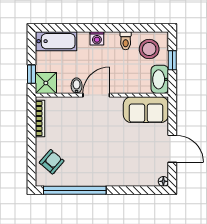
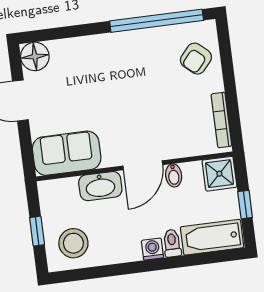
toilet: (126, 41) -> (172, 243), moved
window: (31, 74) -> (245, 205), moved
washbasin: (160, 79) -> (100, 186), moved, turned 90
floor lamp: (163, 181) -> (35, 56), width x1.89, depth x1.89

